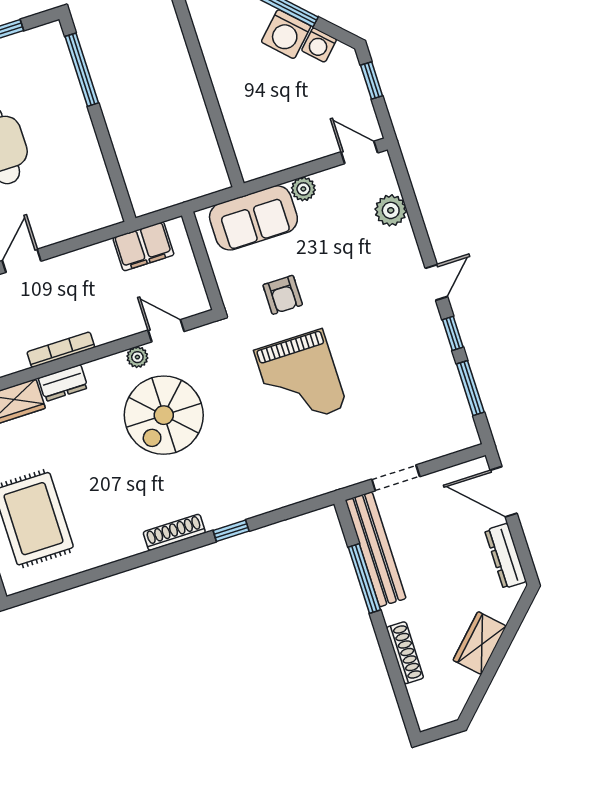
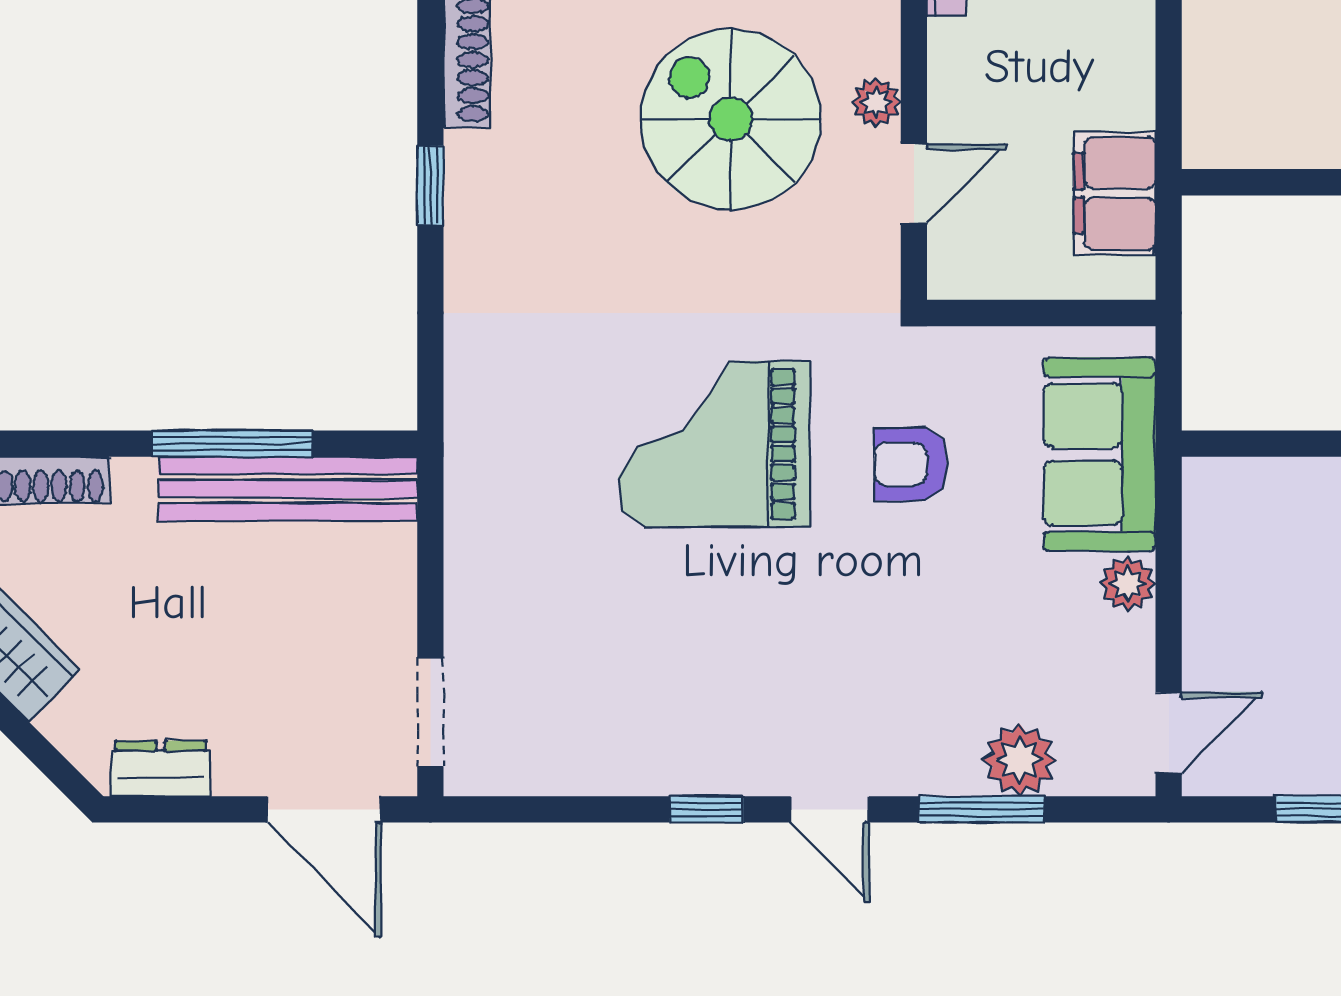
window: (470, 388) -> (982, 809), moved
doorway: (396, 478) -> (430, 712), moved
door: (504, 492) -> (324, 809), swing flipped
dresser: (506, 556) -> (160, 768), width x0.70

